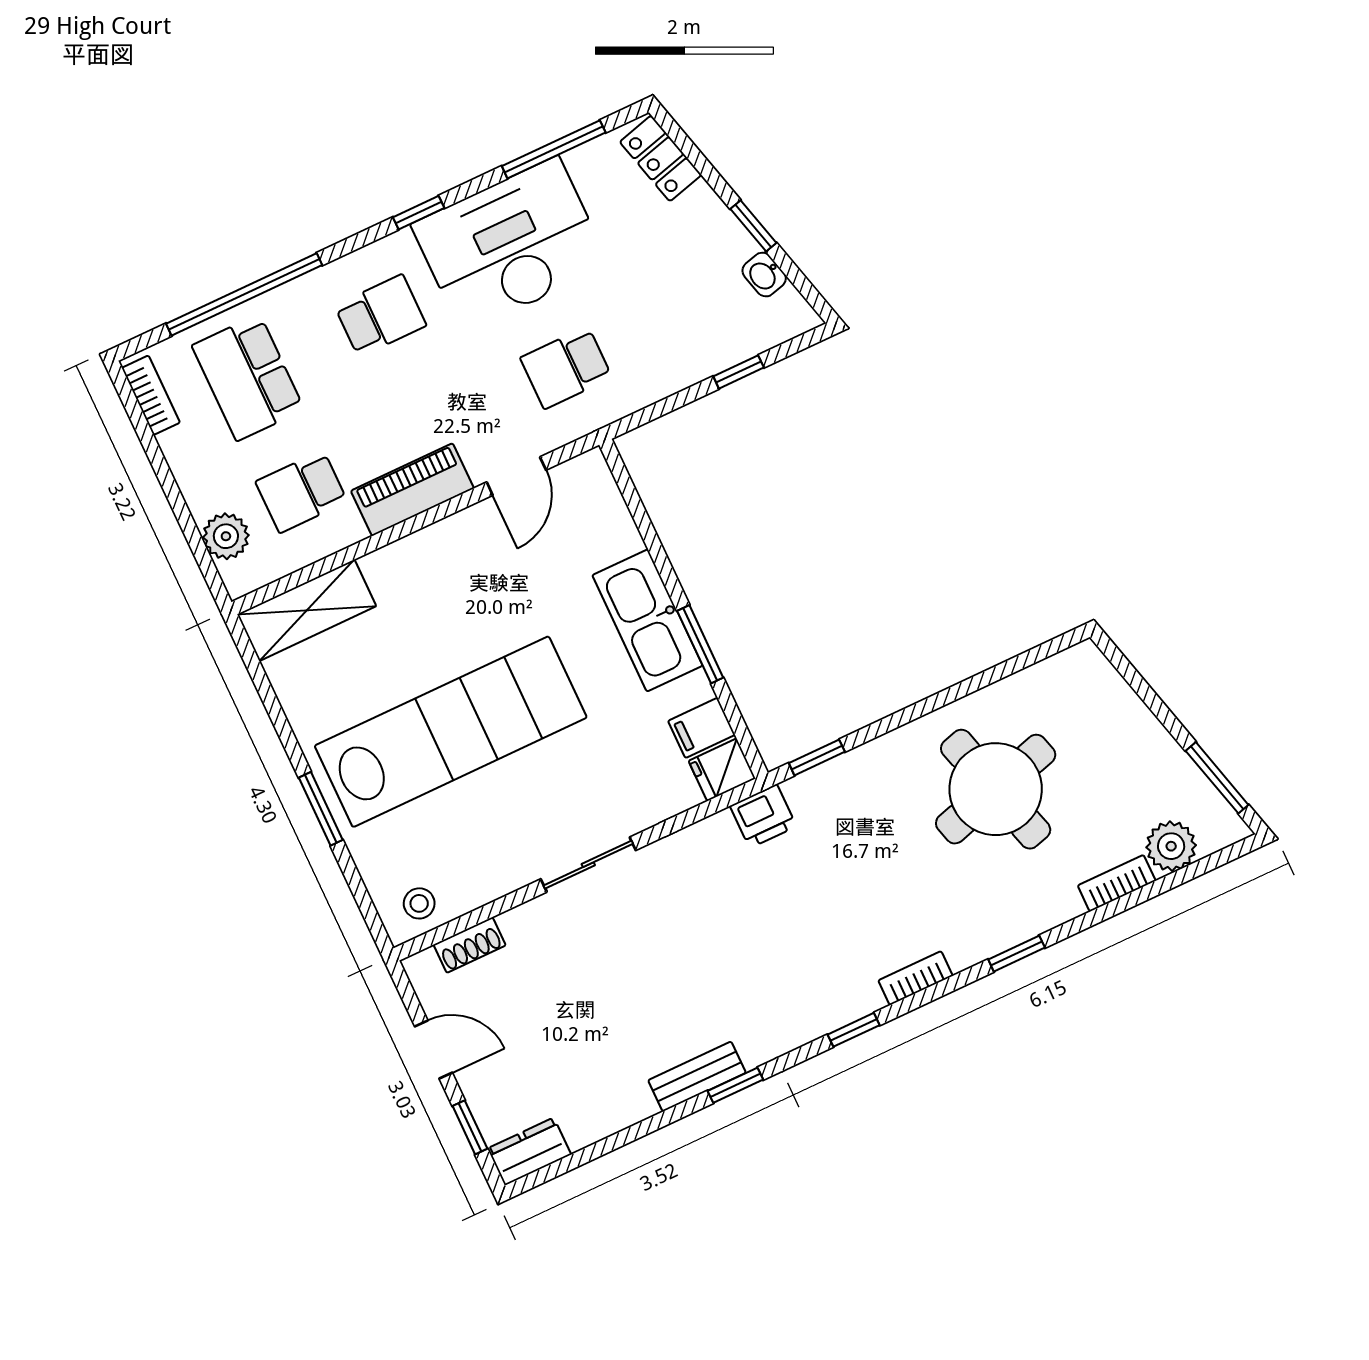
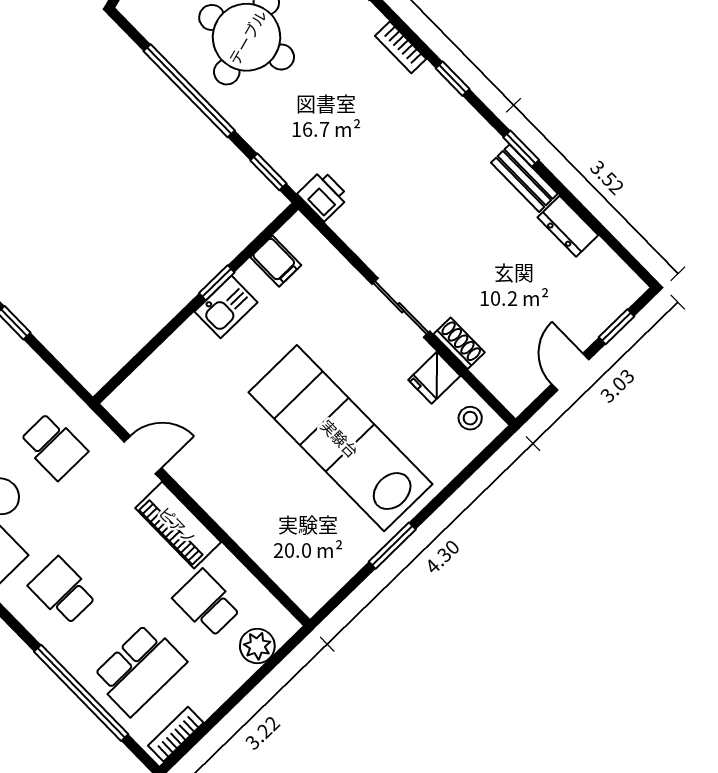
school desk: (302, 492) -> (207, 603), turned 180
shelving: (307, 610) -> (290, 570), removed
kitchen sink: (647, 620) -> (226, 307), width x0.53, depth x0.81
window: (700, 644) -> (217, 283), width x0.67
window: (953, 694) -> (189, 91), added
fridge: (722, 770) -> (434, 378), moved, turned 90
window: (321, 809) -> (392, 546), moved
shoe rack: (470, 945) -> (459, 343), moved
dresser: (529, 1152) -> (568, 226), moved

